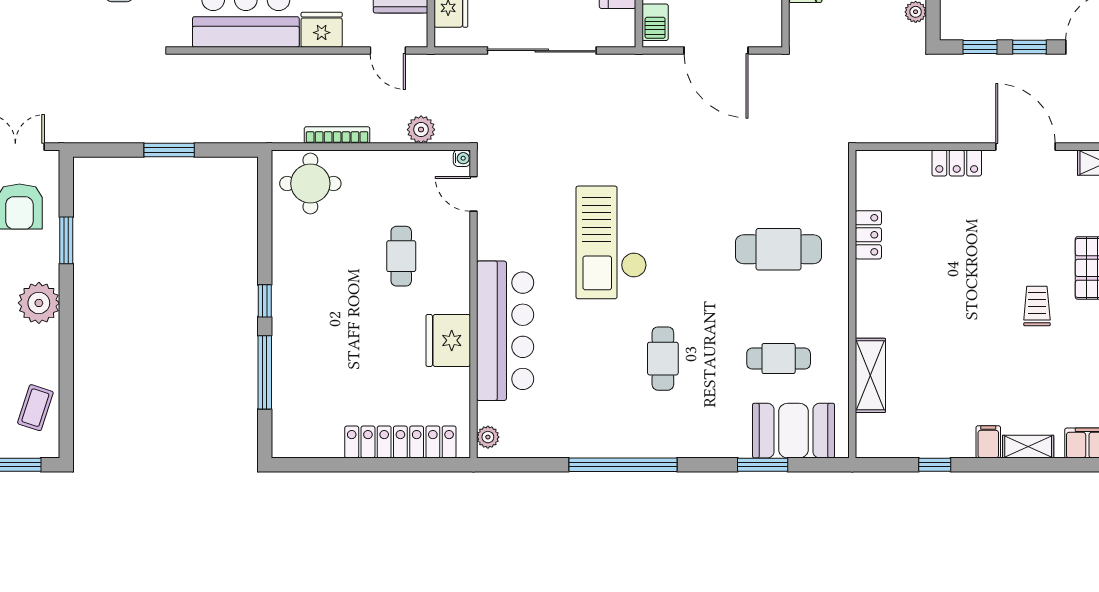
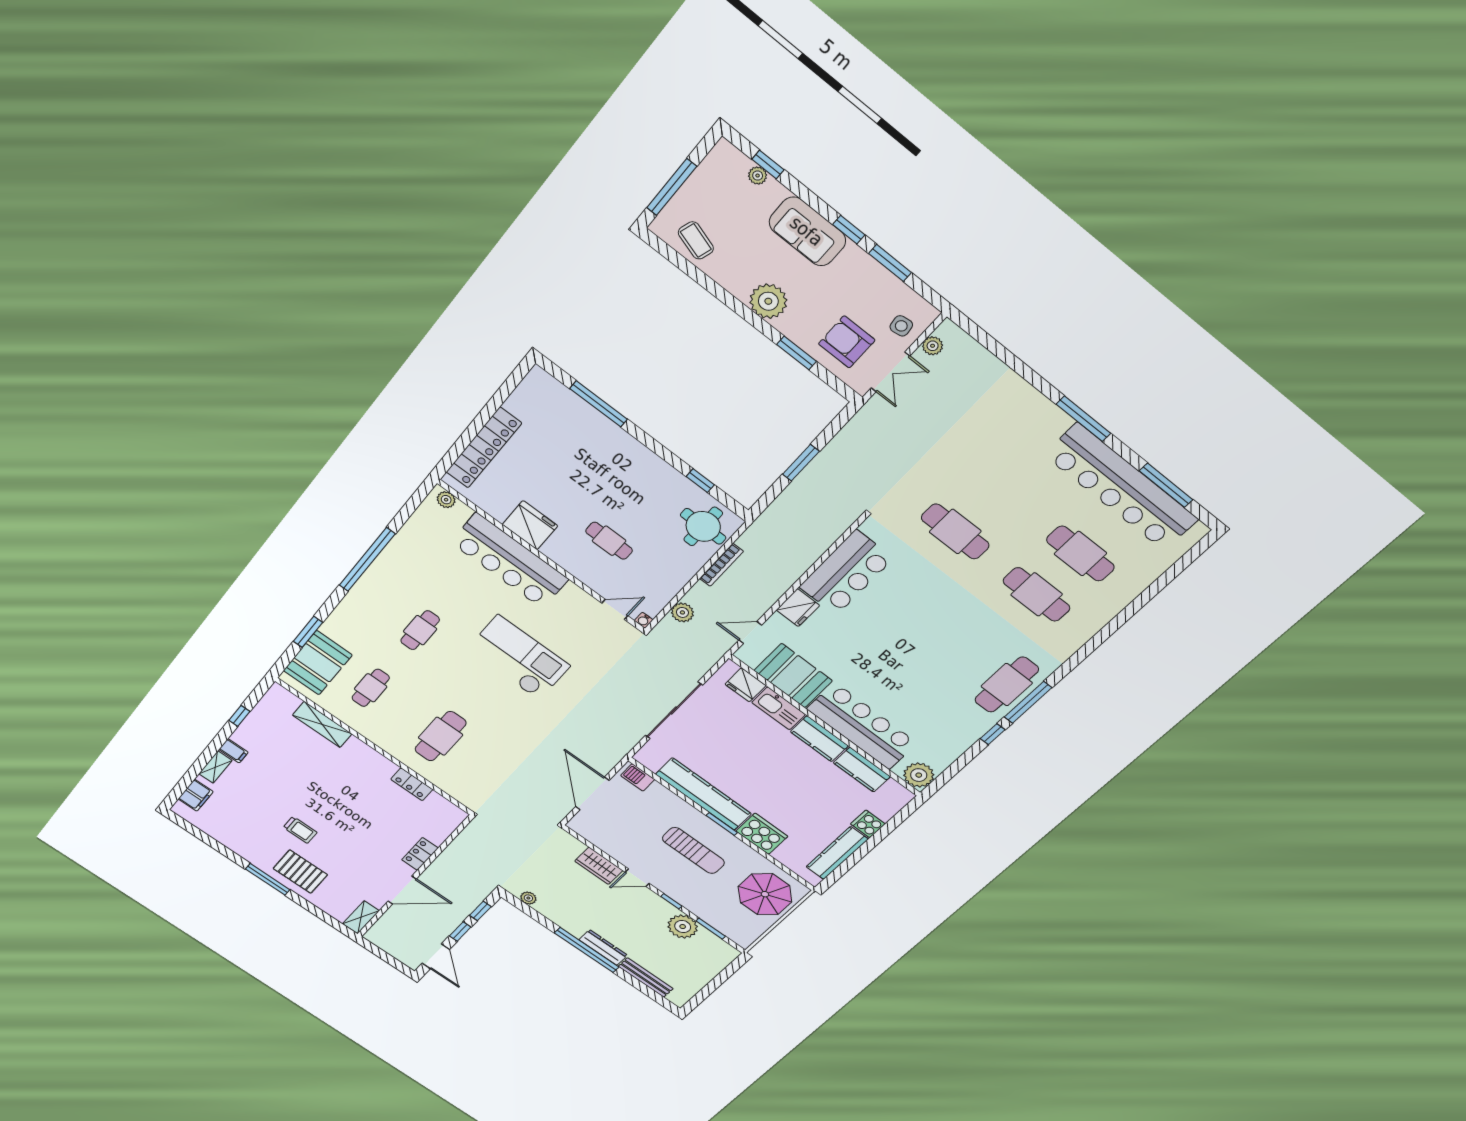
door: (716, 51) -> (592, 794), hinge flipped
window: (265, 301) -> (700, 481), moved
cafe table: (663, 359) -> (420, 630), turned 90

